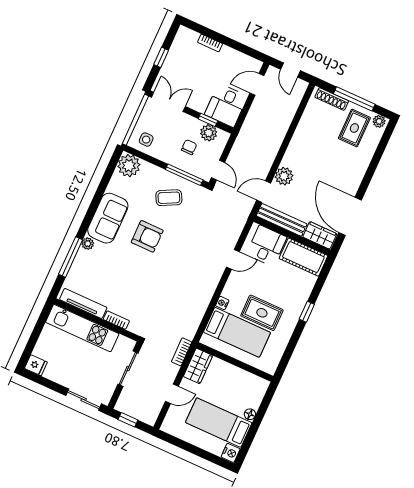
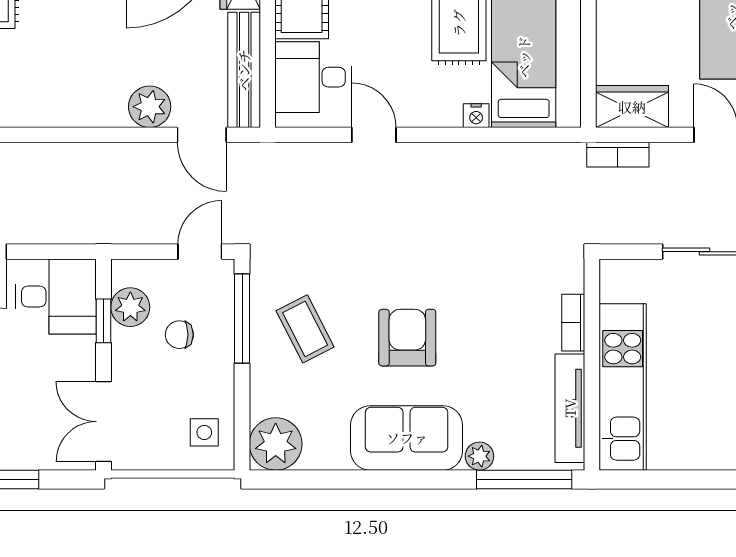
tv unit: (83, 303) -> (570, 408), moved
wall: (96, 320) -> (592, 365), moved
bookcase: (116, 320) -> (573, 323), moved
kitchen unit: (82, 328) -> (623, 387), moved

